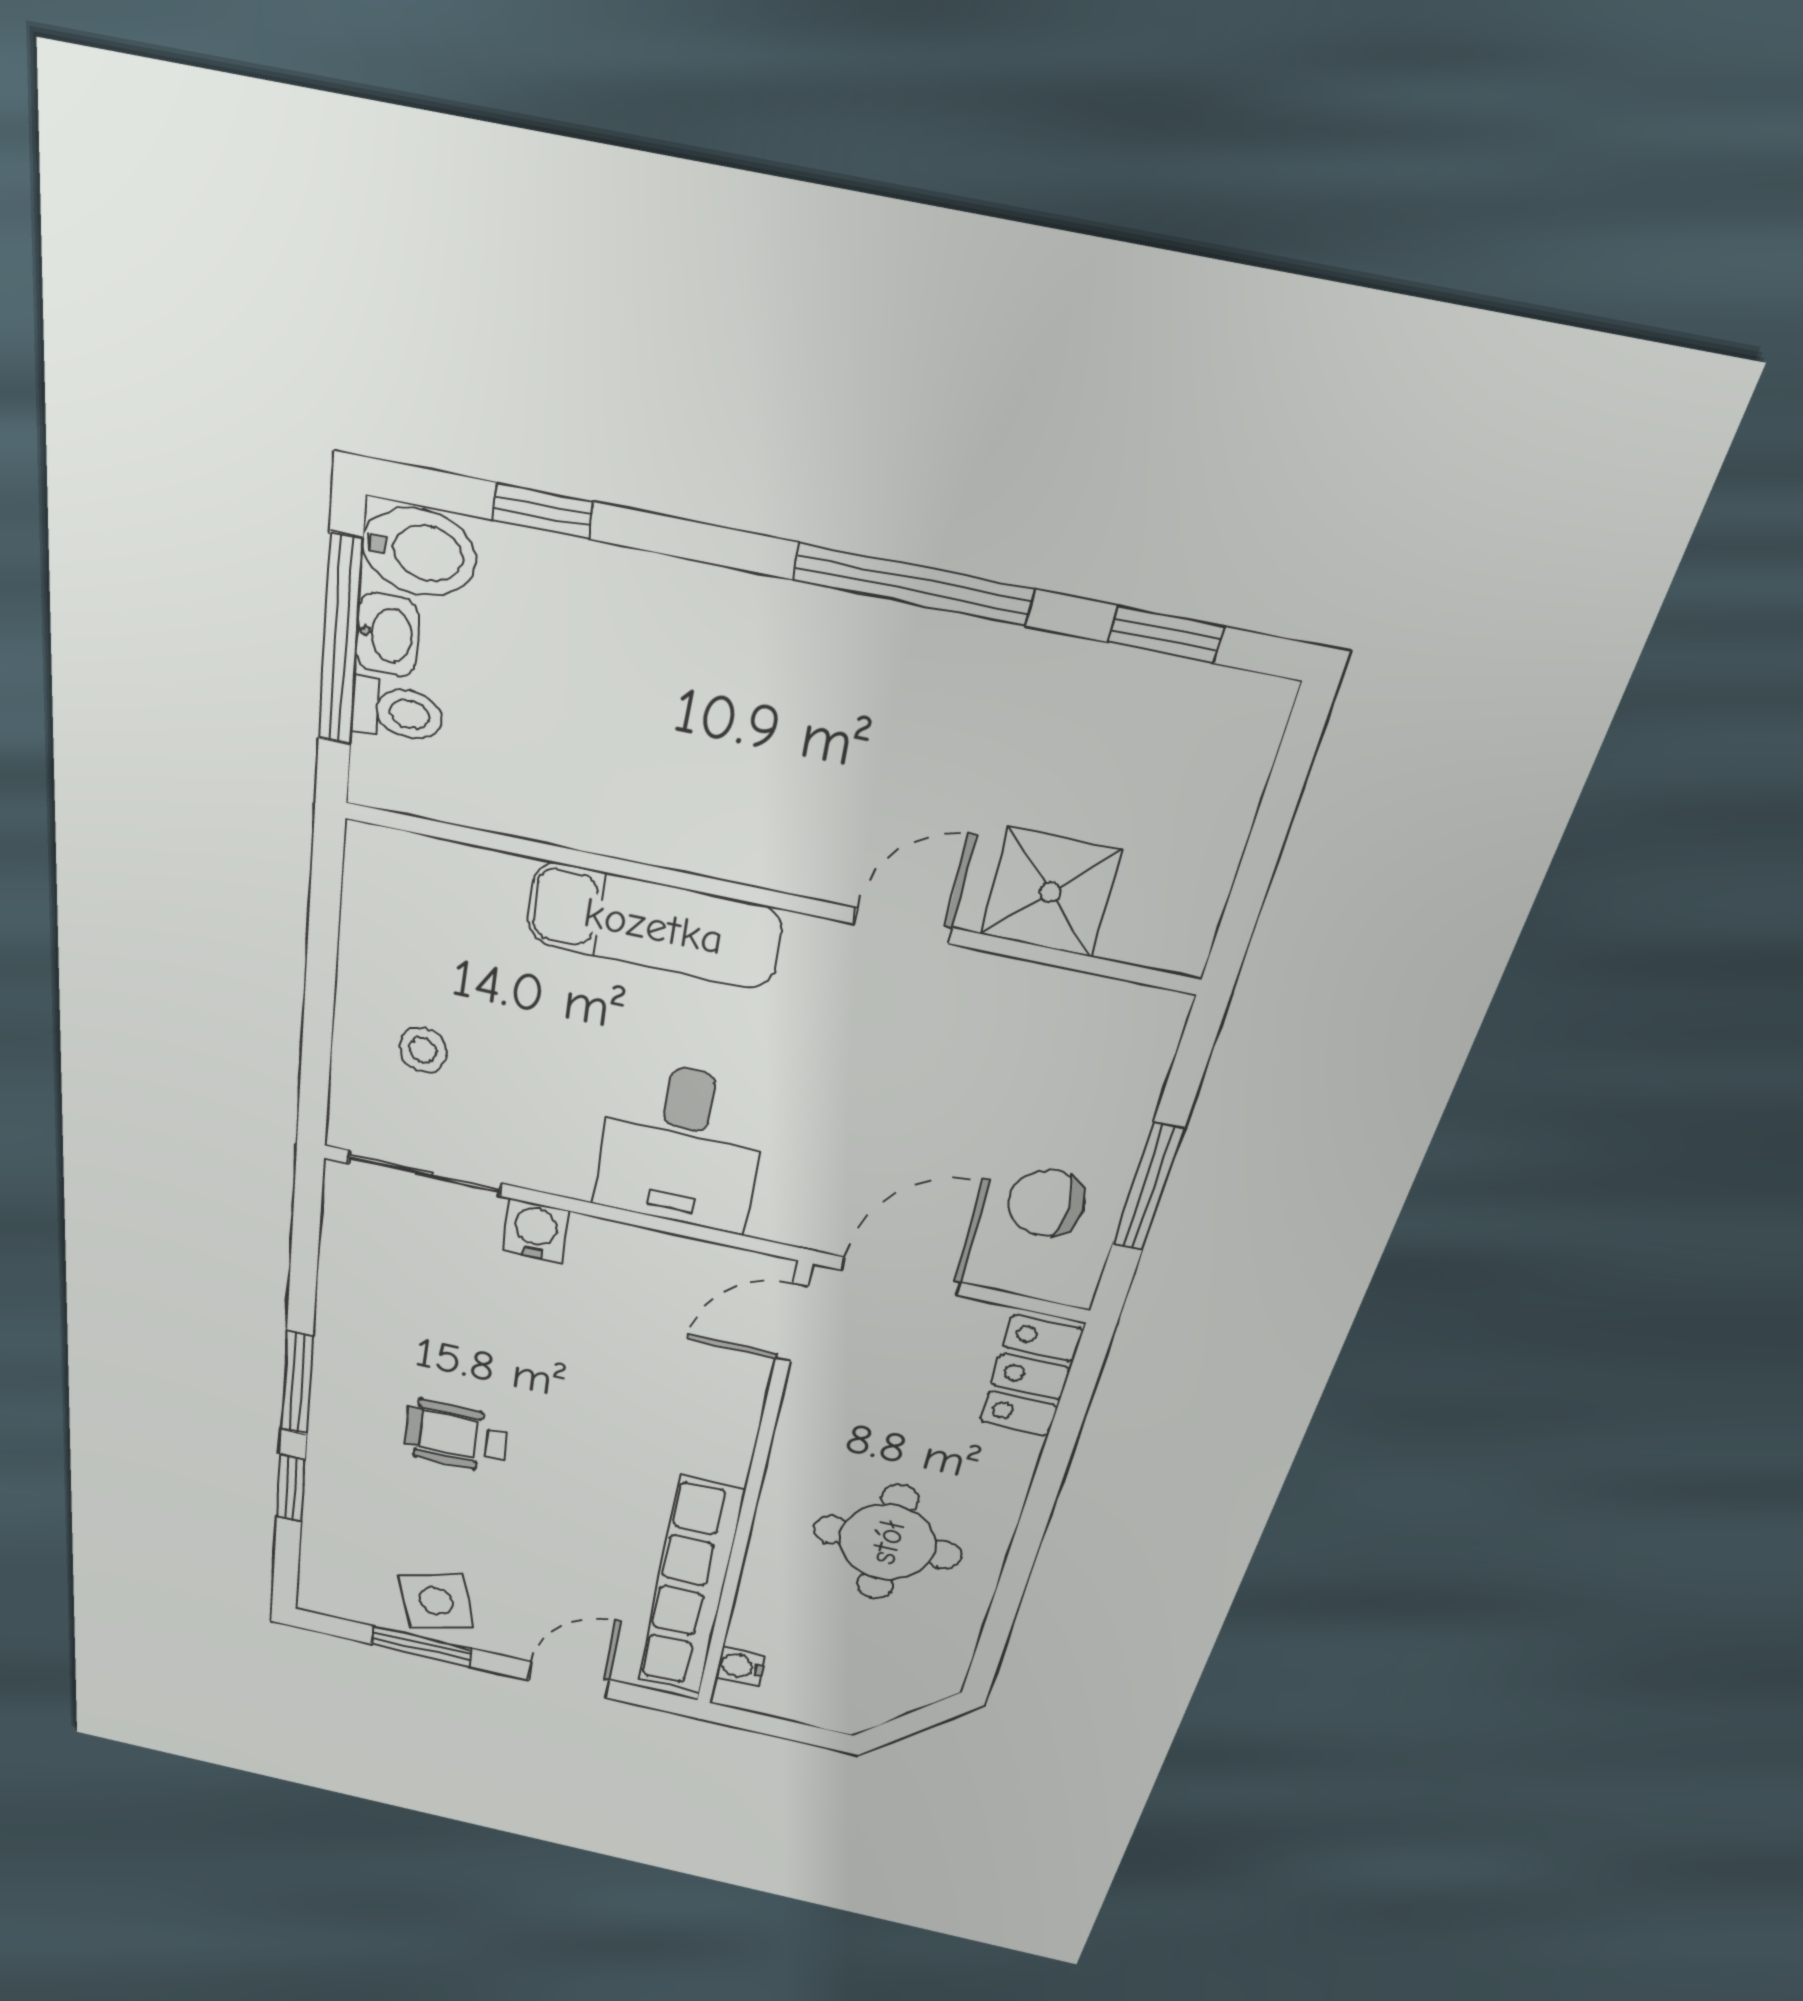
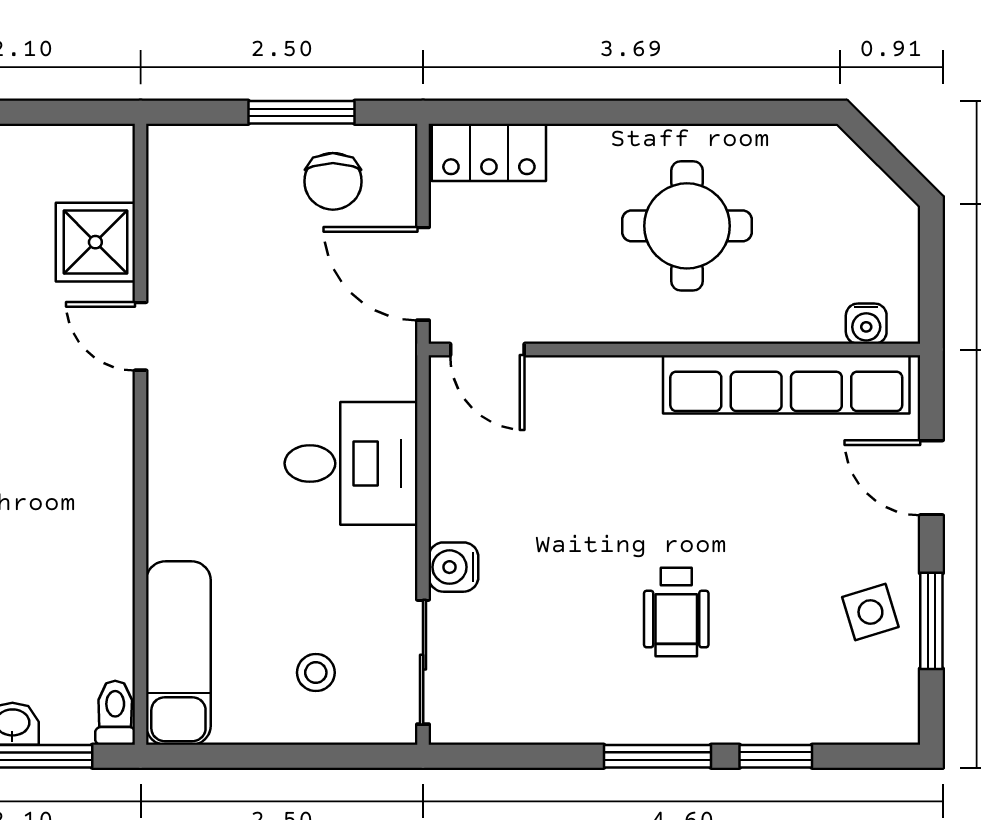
toilet: (397, 712) -> (115, 713), moved
exam couch: (654, 926) -> (178, 653), moved
side table: (436, 1601) -> (870, 612), width x0.73, depth x0.73

